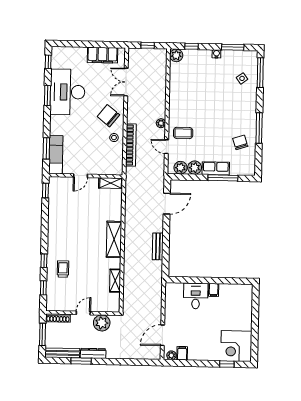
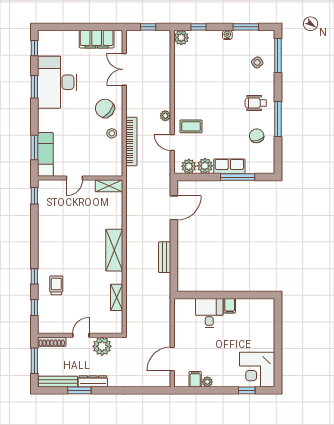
wheelchair: (240, 114) -> (256, 103), added
plant: (171, 355) -> (207, 382), moved

